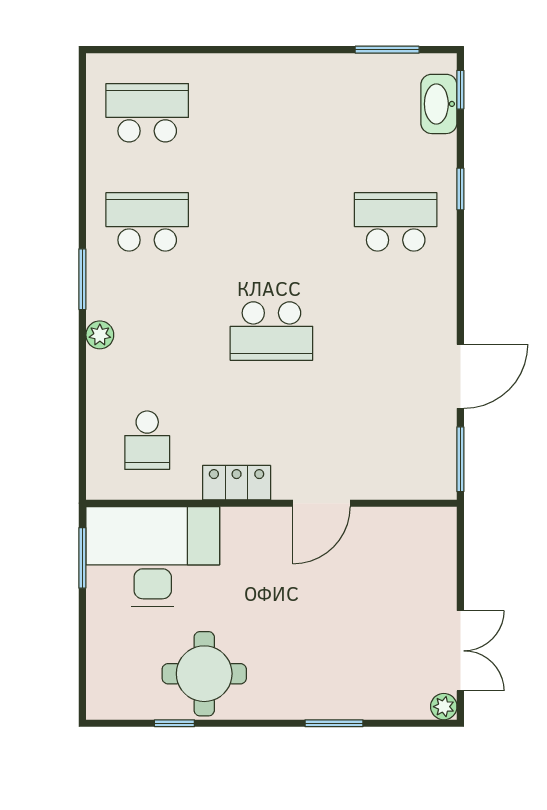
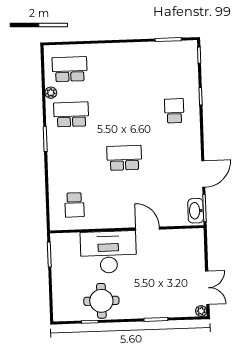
washbasin: (439, 104) -> (196, 211), moved
school desk: (396, 222) -> (174, 111), width x0.54
school desk: (271, 331) -> (124, 158), turned 180
plant: (100, 335) -> (51, 93), moved
locker: (237, 483) -> (112, 221), removed
door: (322, 503) -> (148, 228), swing flipped
desk: (153, 557) -> (108, 252), moved

